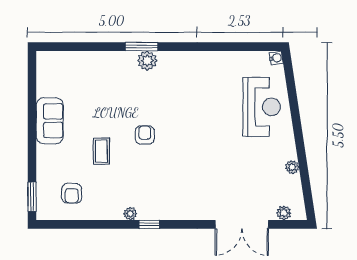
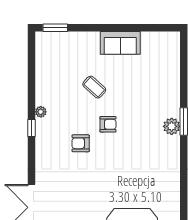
coffee table: (101, 151) -> (94, 87), turned 42
armchair: (72, 193) -> (81, 143), moved

